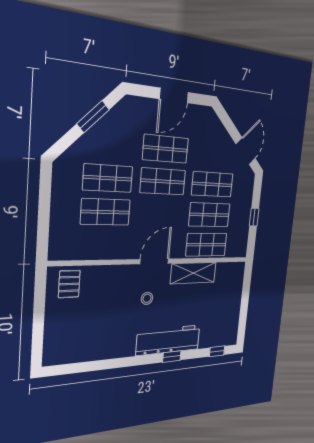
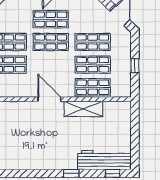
door: (154, 261) -> (49, 99), hinge flipped
stool: (147, 298) -> (46, 127), removed
workbench: (168, 340) -> (104, 160), moved

